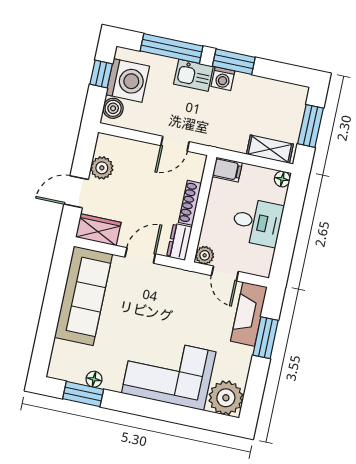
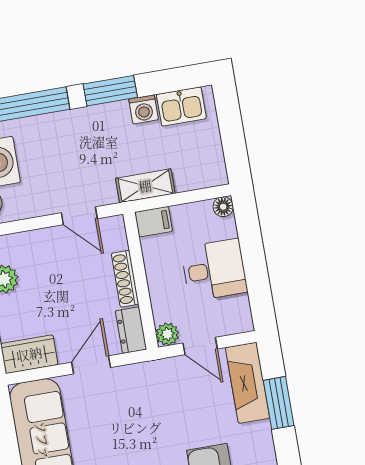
kitchen sink: (193, 75) -> (181, 106), moved
washing machine: (223, 79) -> (144, 109), moved
window: (311, 126) -> (232, 130), removed
door: (175, 144) -> (79, 216), hinge flipped
shelving: (270, 149) -> (145, 186), moved

